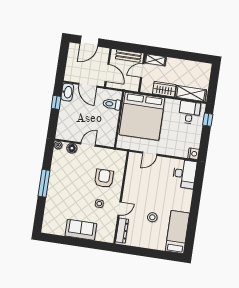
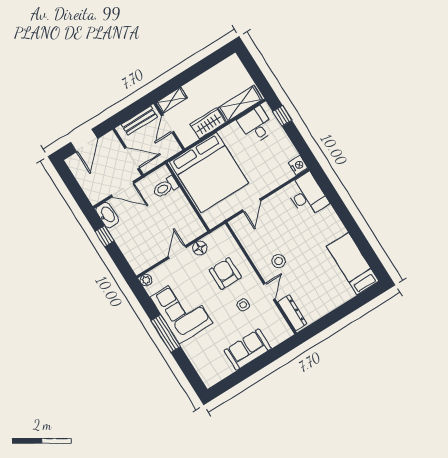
floor lamp: (72, 148) -> (200, 248), moved
corner sofa: (63, 178) -> (181, 310), added
stool: (152, 217) -> (279, 261), moved

